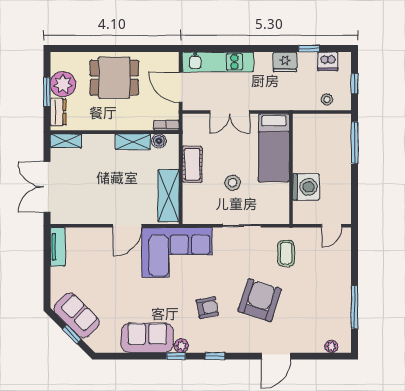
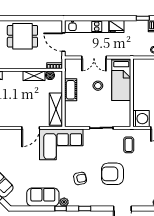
fridge: (285, 62) -> (117, 26), moved
stool: (233, 183) -> (98, 86), moved
washing machine: (306, 187) -> (141, 119), moved
armchair: (260, 300) -> (112, 174), turned -108

